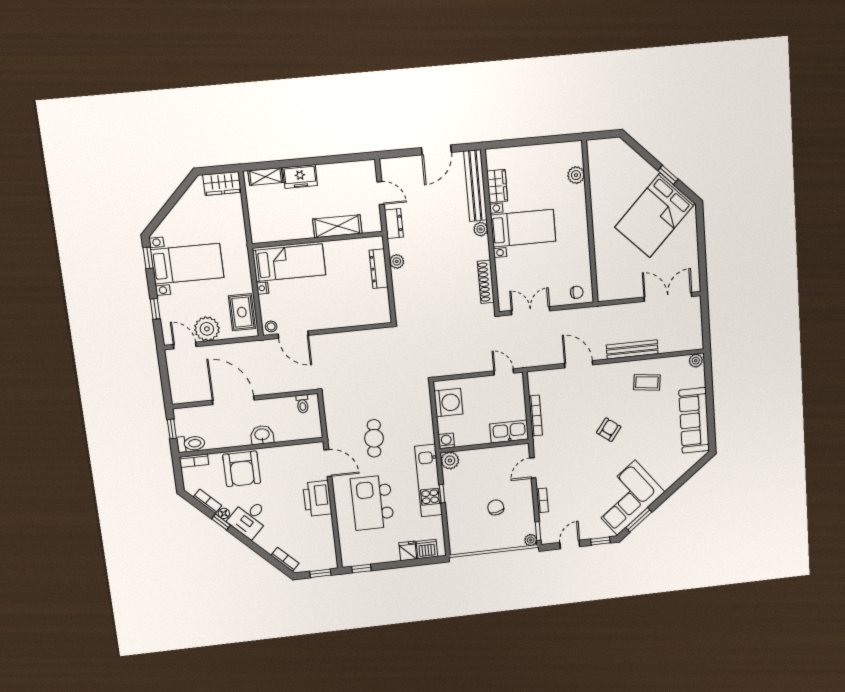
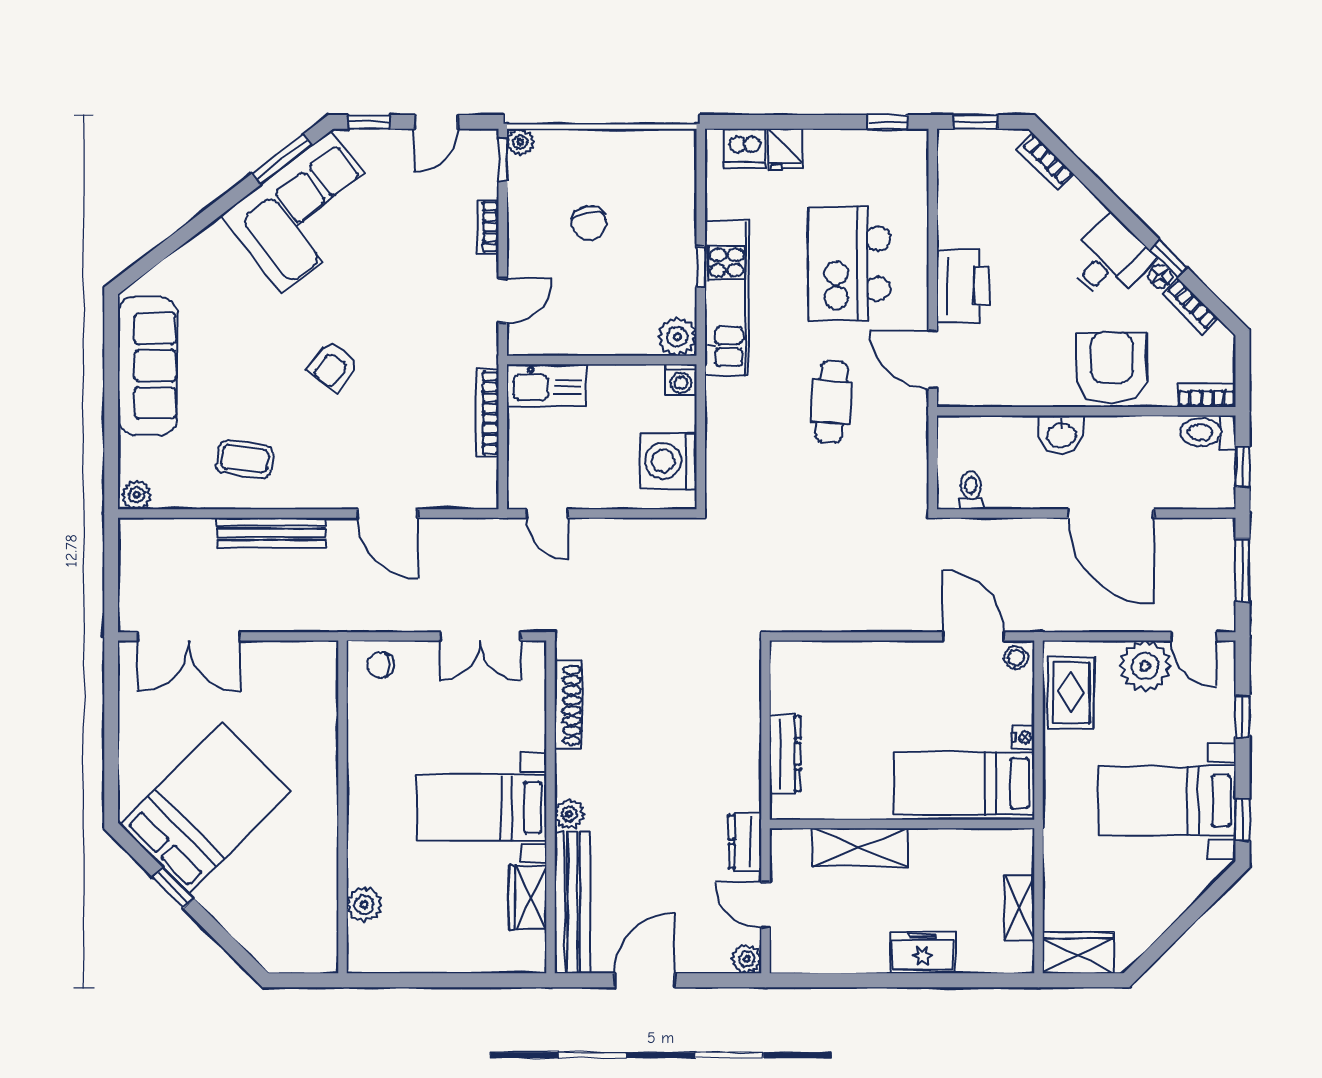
shelving: (265, 177) -> (1019, 908), moved, turned 90
plant: (397, 261) -> (747, 959), moved
window: (165, 380) -> (1242, 570), added
kitchen island: (372, 503) -> (849, 264), turned 180

